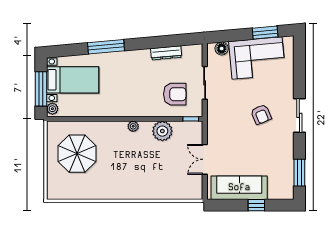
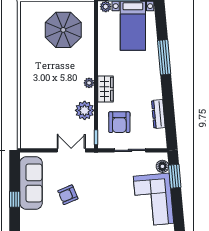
window: (265, 33) -> (175, 176), moved
wardrobe: (140, 109) -> (106, 89), added
armchair: (261, 114) -> (68, 195), moved
double door: (205, 159) -> (71, 150), moved

